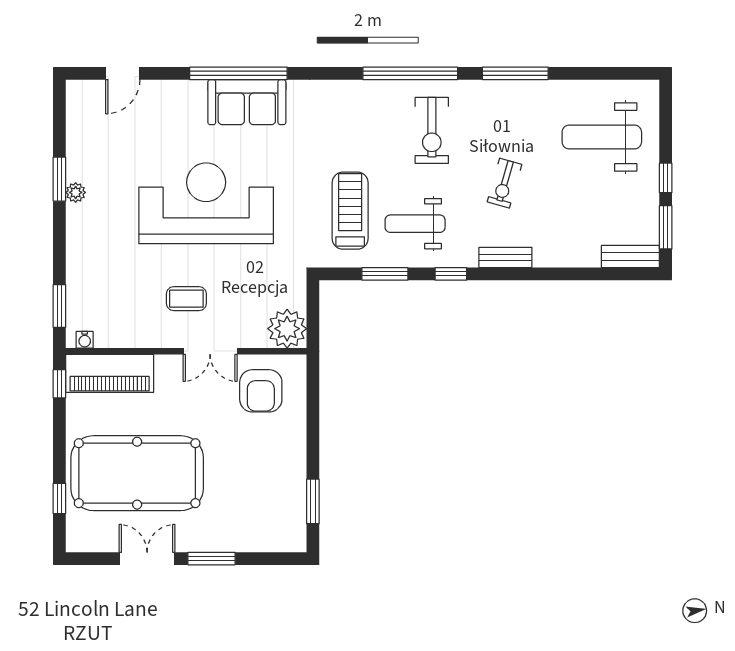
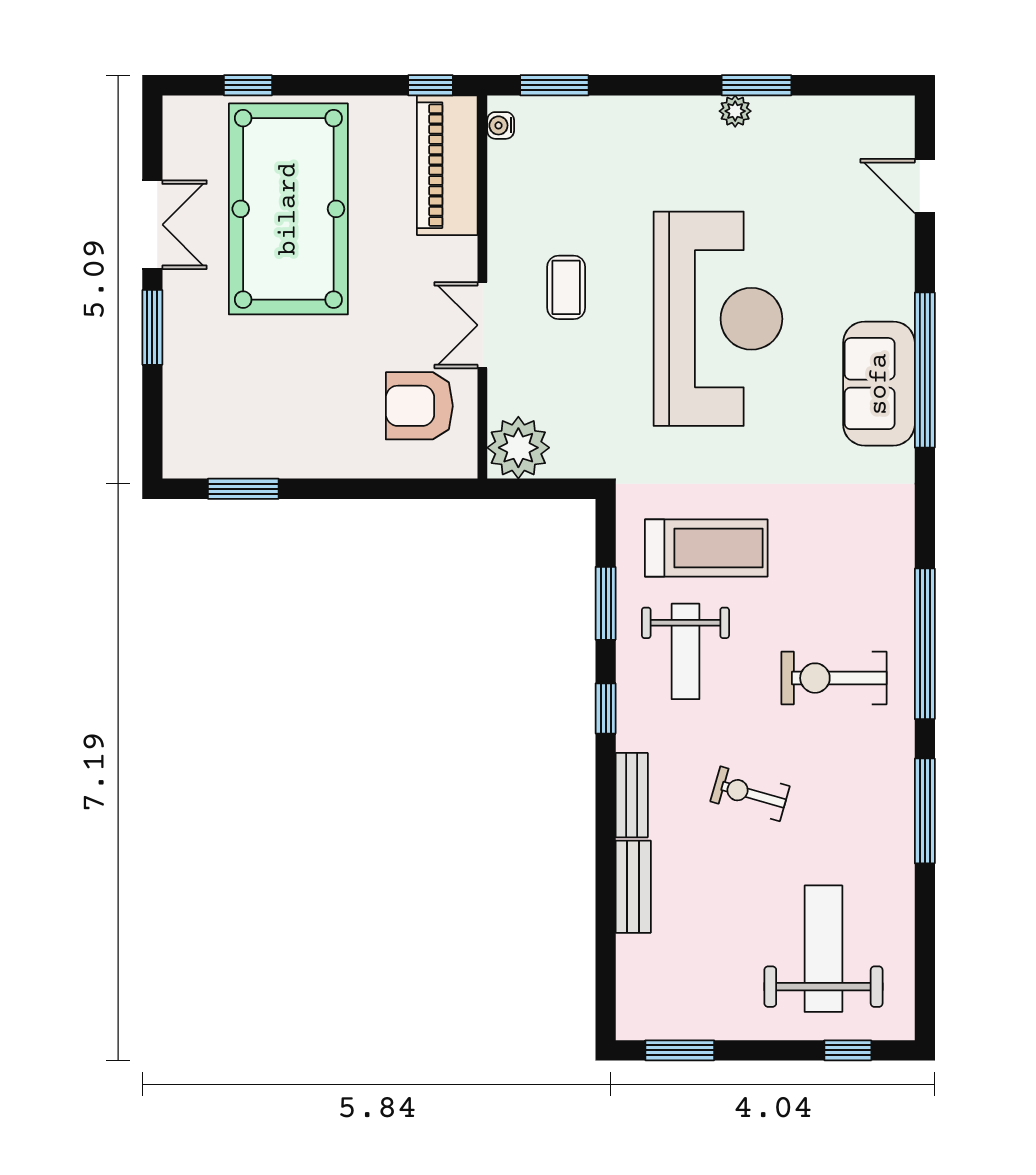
window: (666, 178) -> (848, 1050), moved
weight bench: (415, 224) -> (685, 651), turned 180
bench: (630, 257) -> (633, 887), moved

